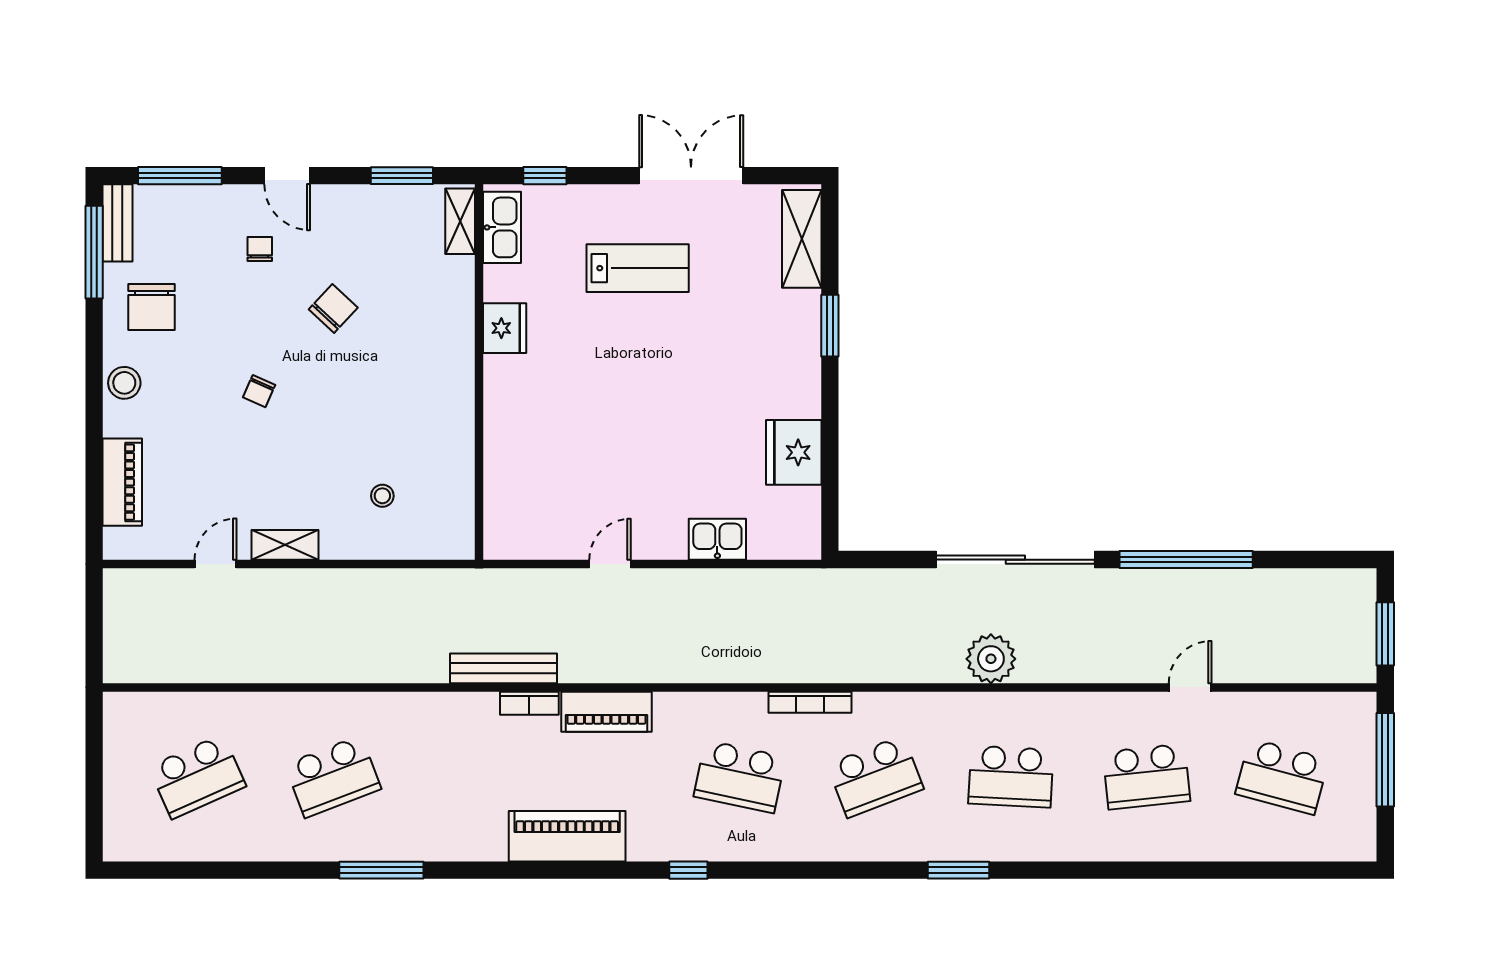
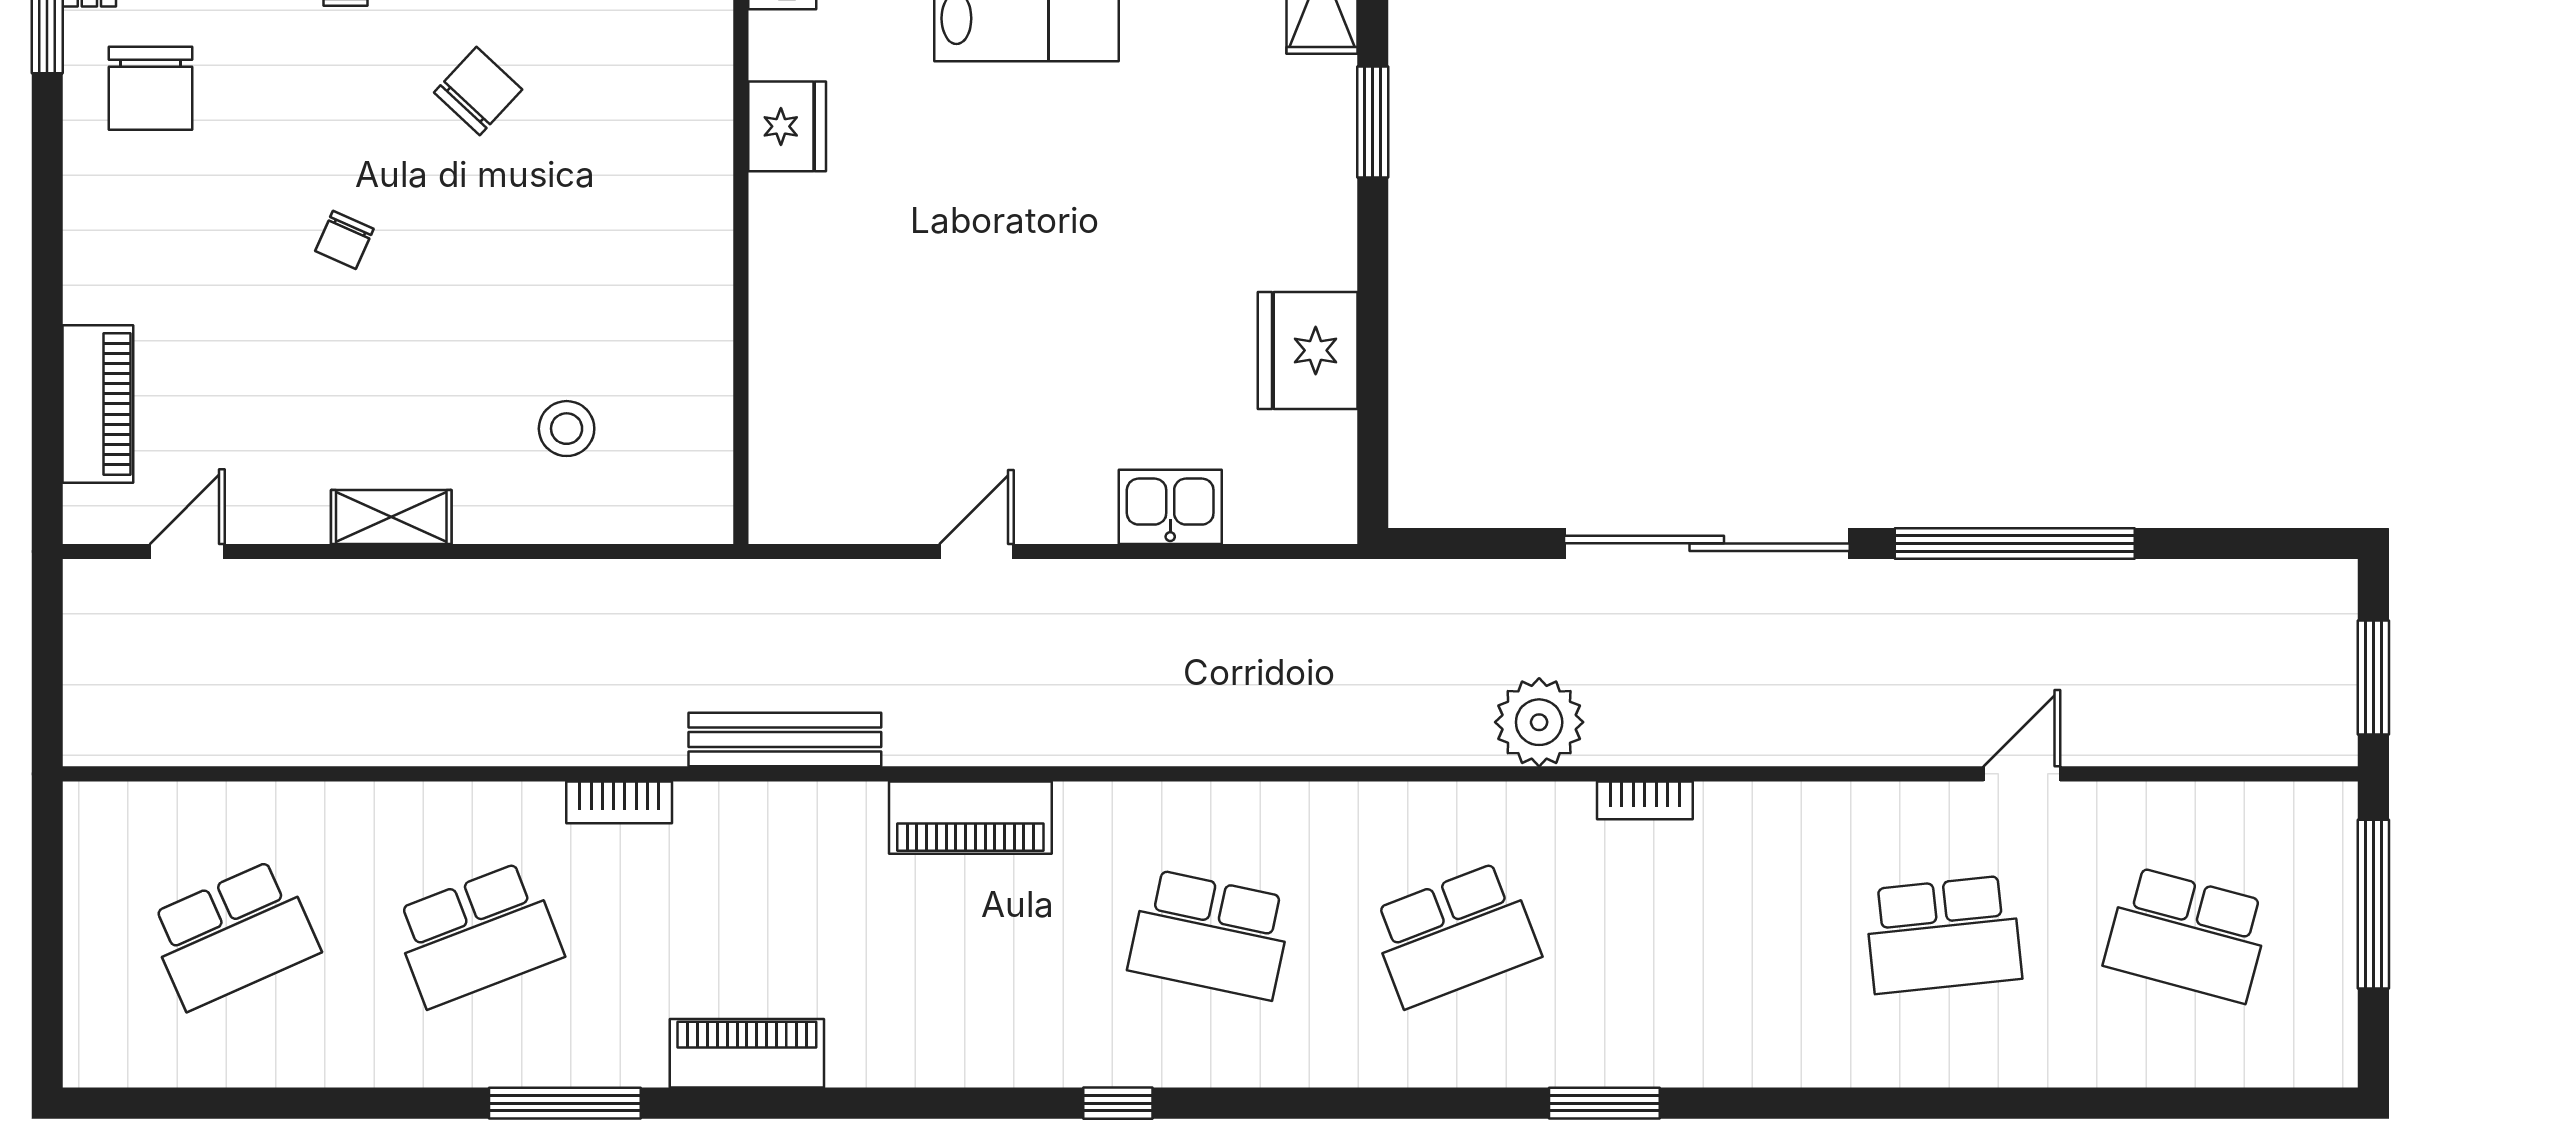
stool: (124, 383) -> (102, 225), removed
stool: (382, 496) -> (567, 429), width x1.37, depth x1.37
door: (215, 564) -> (187, 551), moved
plant: (991, 659) -> (1539, 722), moved
bookcase: (810, 702) -> (1645, 800), moved, width x0.64
bookcase: (529, 703) -> (619, 802), moved
school desk: (1011, 777) -> (1699, 934), removed
piano: (567, 836) -> (747, 1053), moved, width x0.73, depth x0.75

